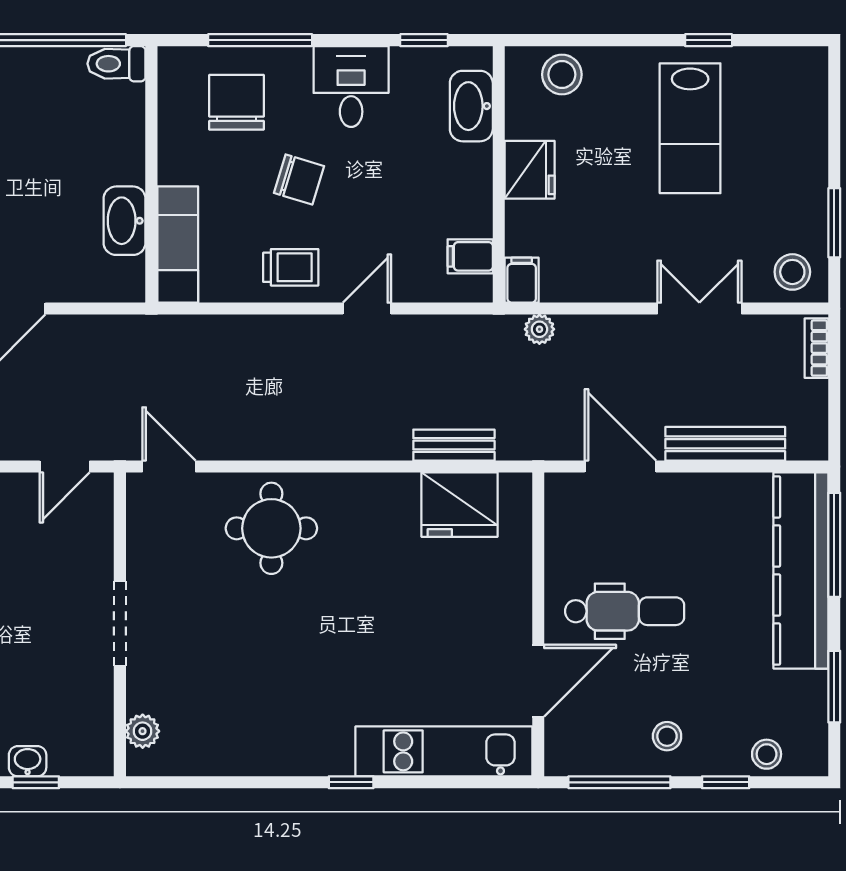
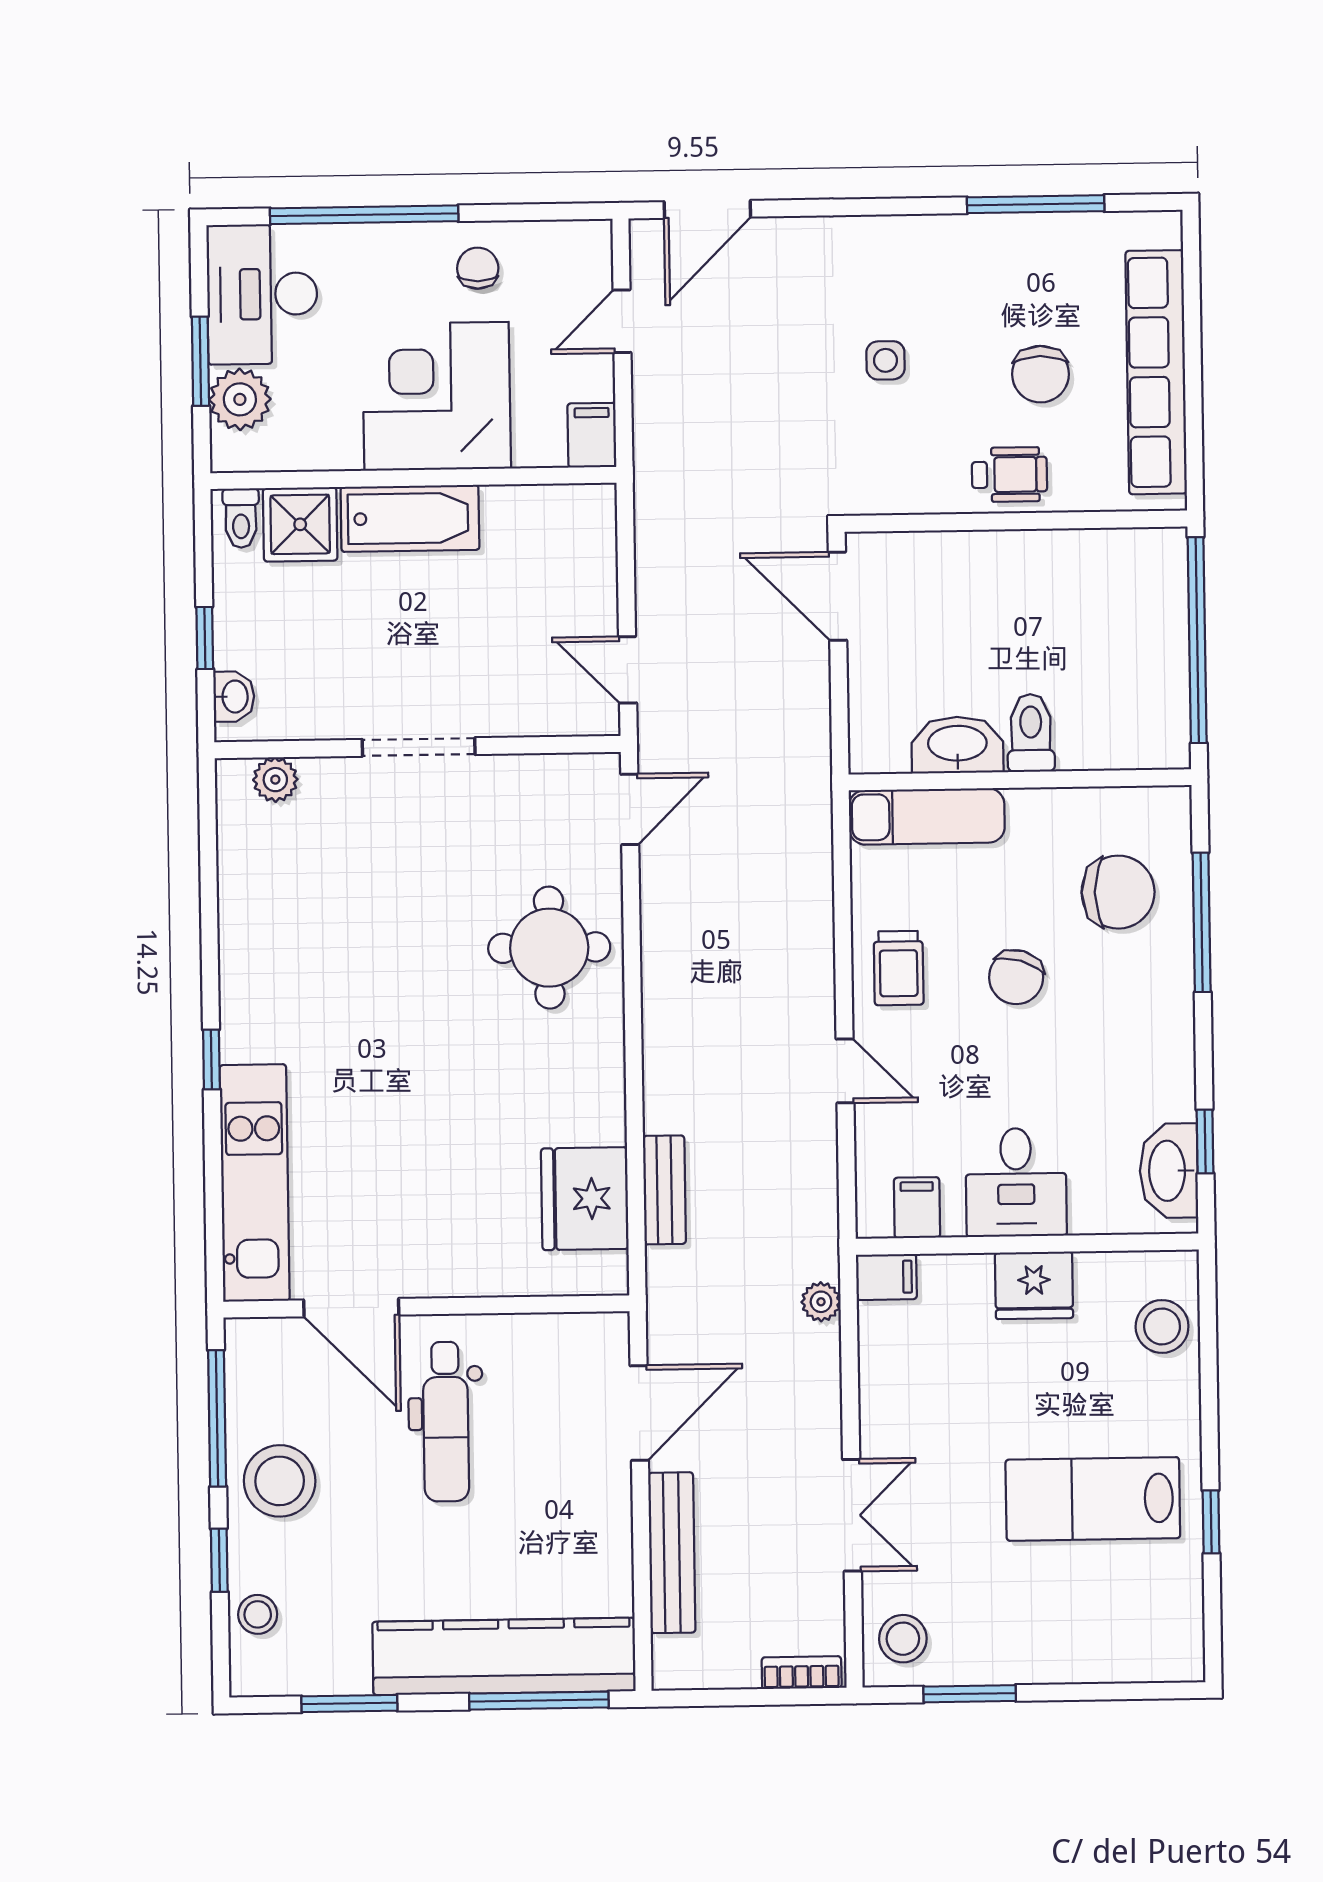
toilet: (116, 64) -> (1031, 733), moved
desk: (351, 87) -> (1016, 1182), moved, turned 90
washbasin: (471, 106) -> (1169, 1171), moved, turned -90
stool: (667, 736) -> (280, 1481), width x1.89, depth x1.89
washbasin: (28, 761) -> (234, 697), moved

